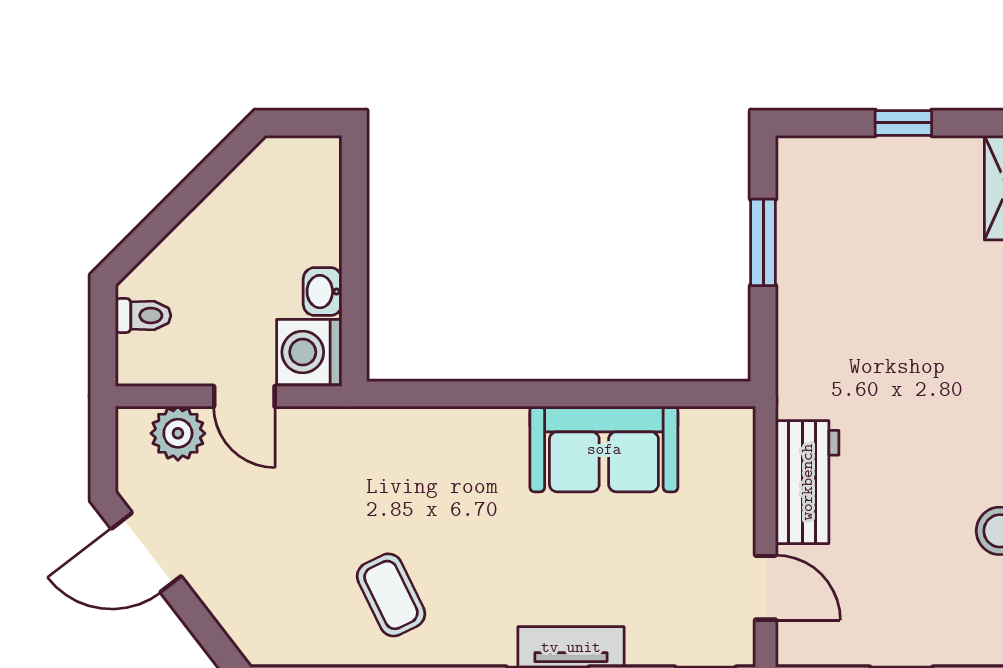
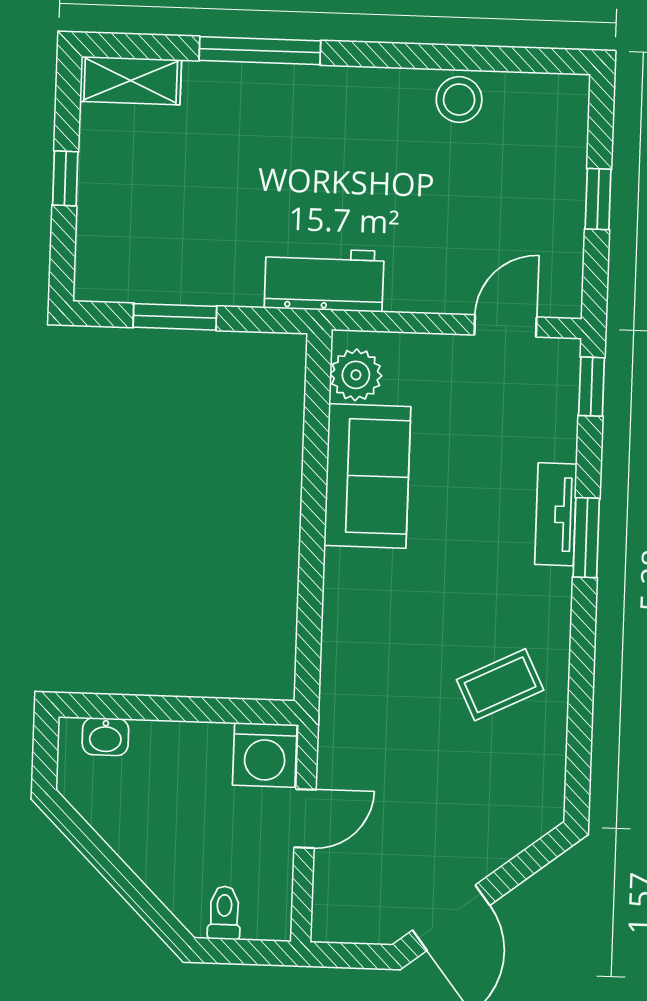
washbasin: (323, 292) -> (105, 737), moved
plant: (178, 433) -> (356, 375), moved
workbench: (807, 482) -> (324, 280), moved

